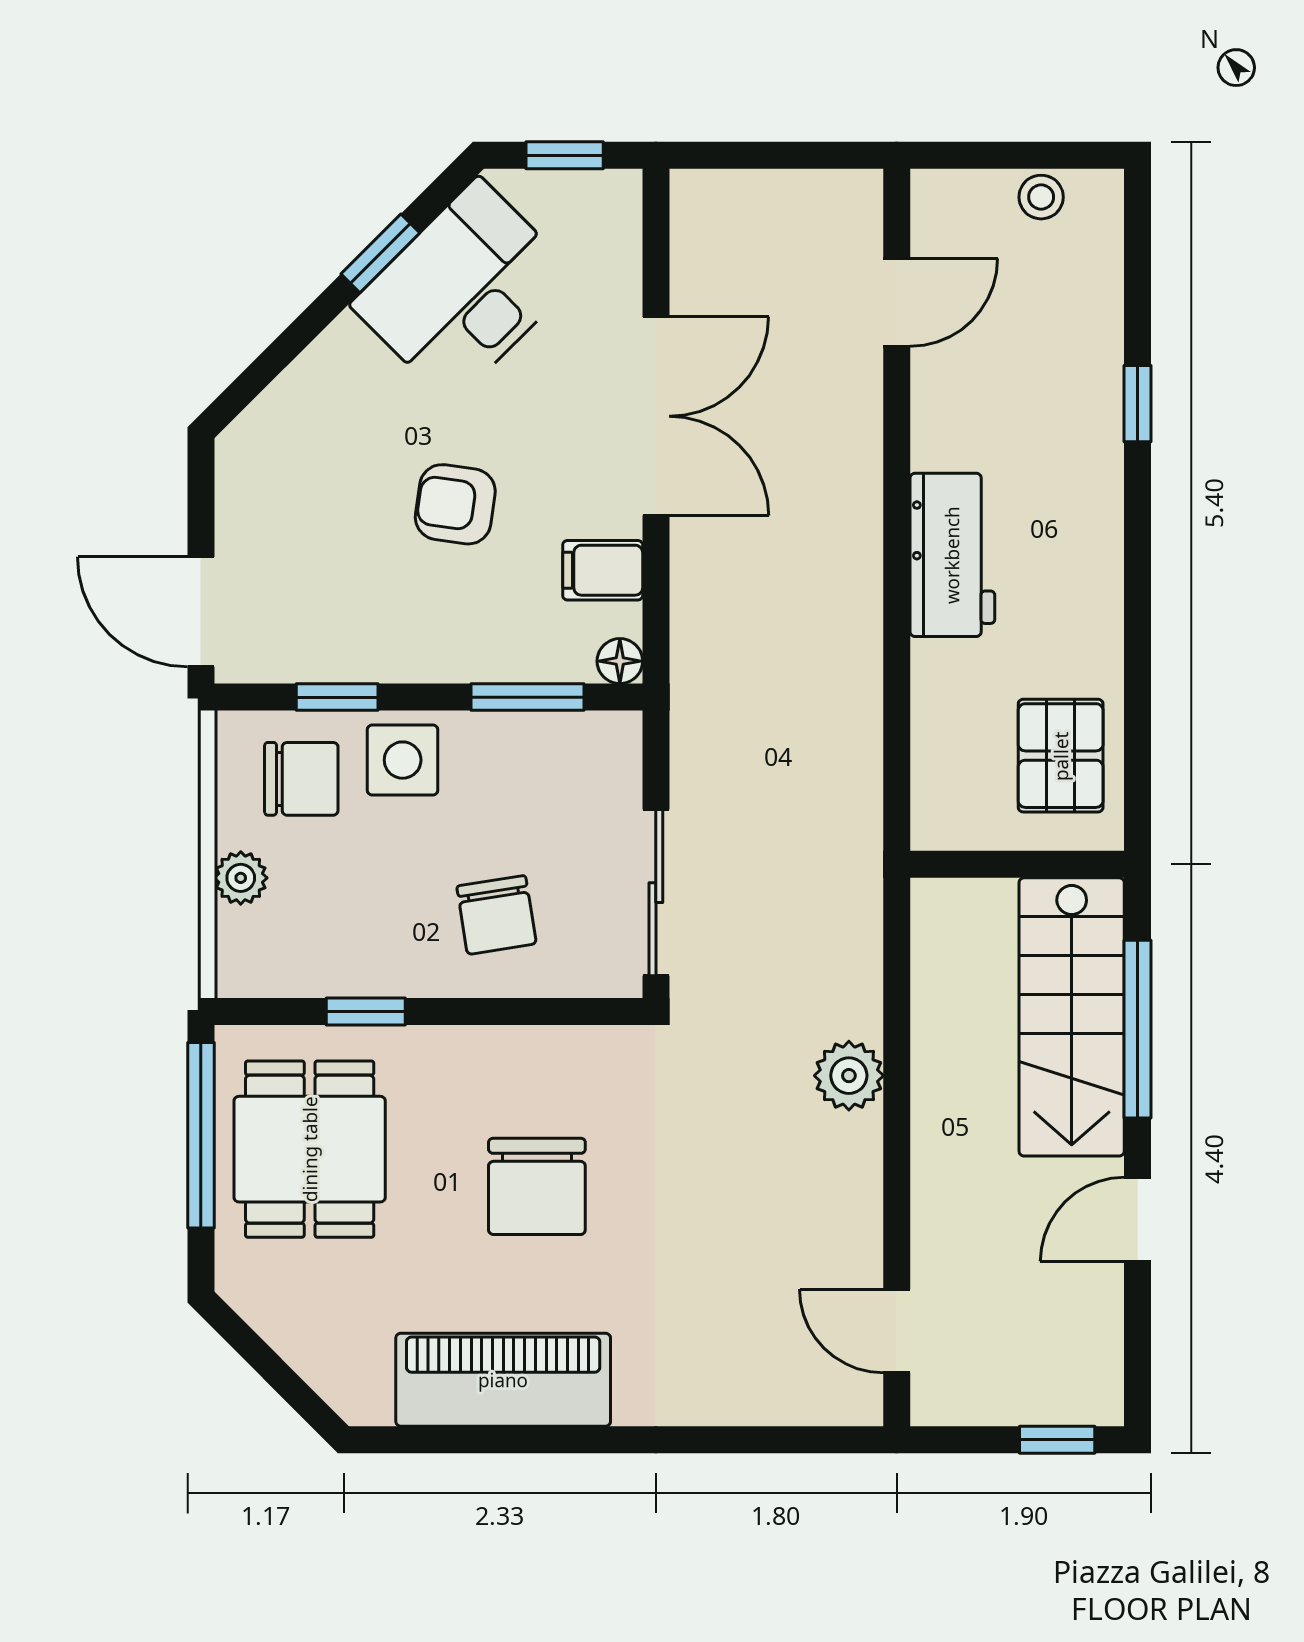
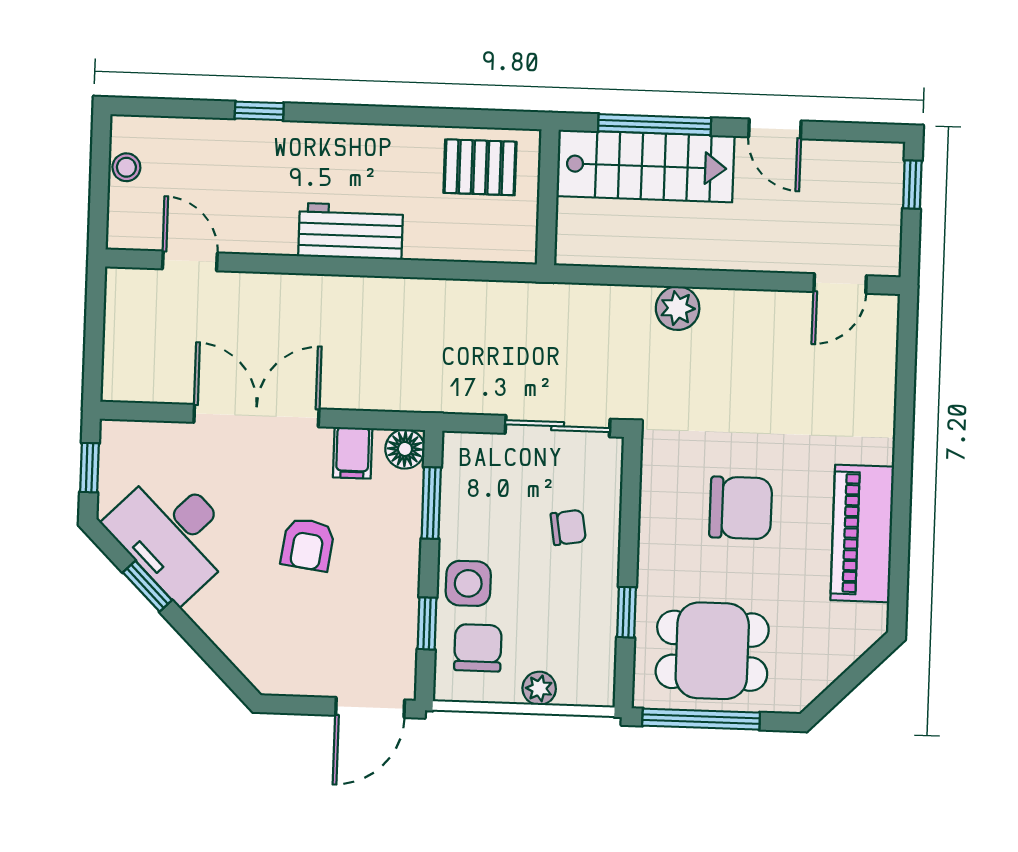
floor lamp: (620, 661) -> (405, 449), width x1.37, depth x1.37
chair: (496, 915) -> (568, 527), width x0.73, depth x0.73

